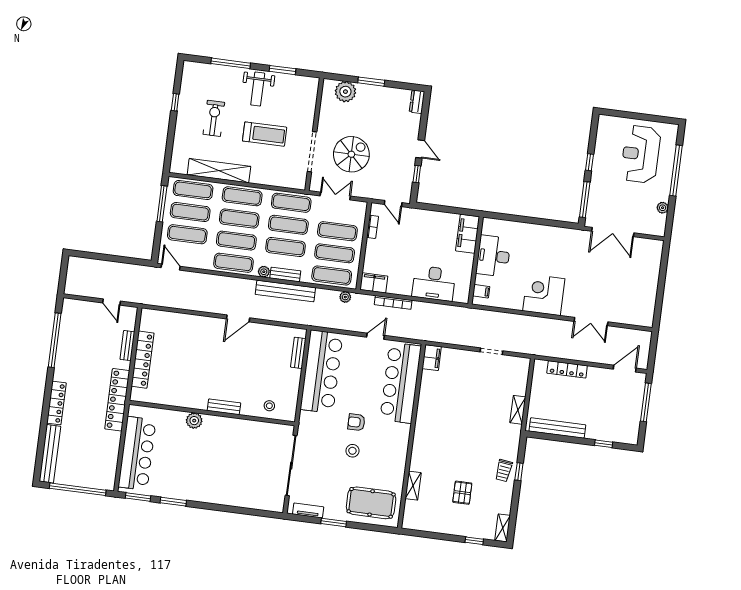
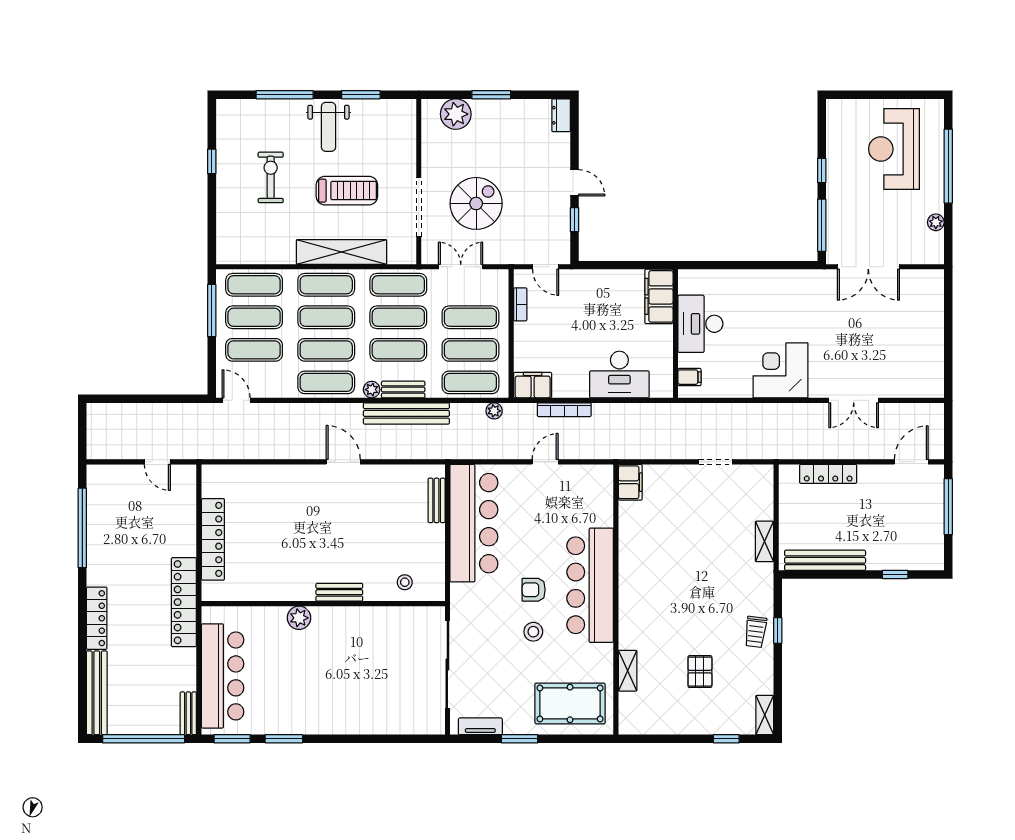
shelving: (219, 171) -> (342, 252), moved
door: (238, 318) -> (343, 462), swing flipped
bench: (127, 346) -> (188, 713), moved
bar counter: (401, 383) -> (590, 585), moved

